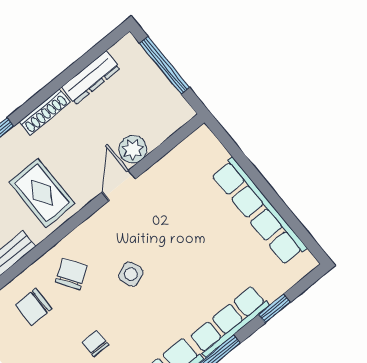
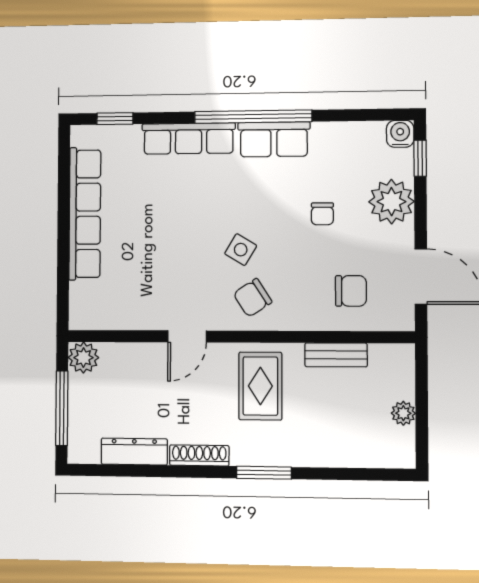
plant: (133, 149) -> (83, 358), moved
chair: (71, 274) -> (253, 298), moved
side table: (131, 274) -> (241, 250), turned -38
window: (274, 309) -> (115, 119), moved

